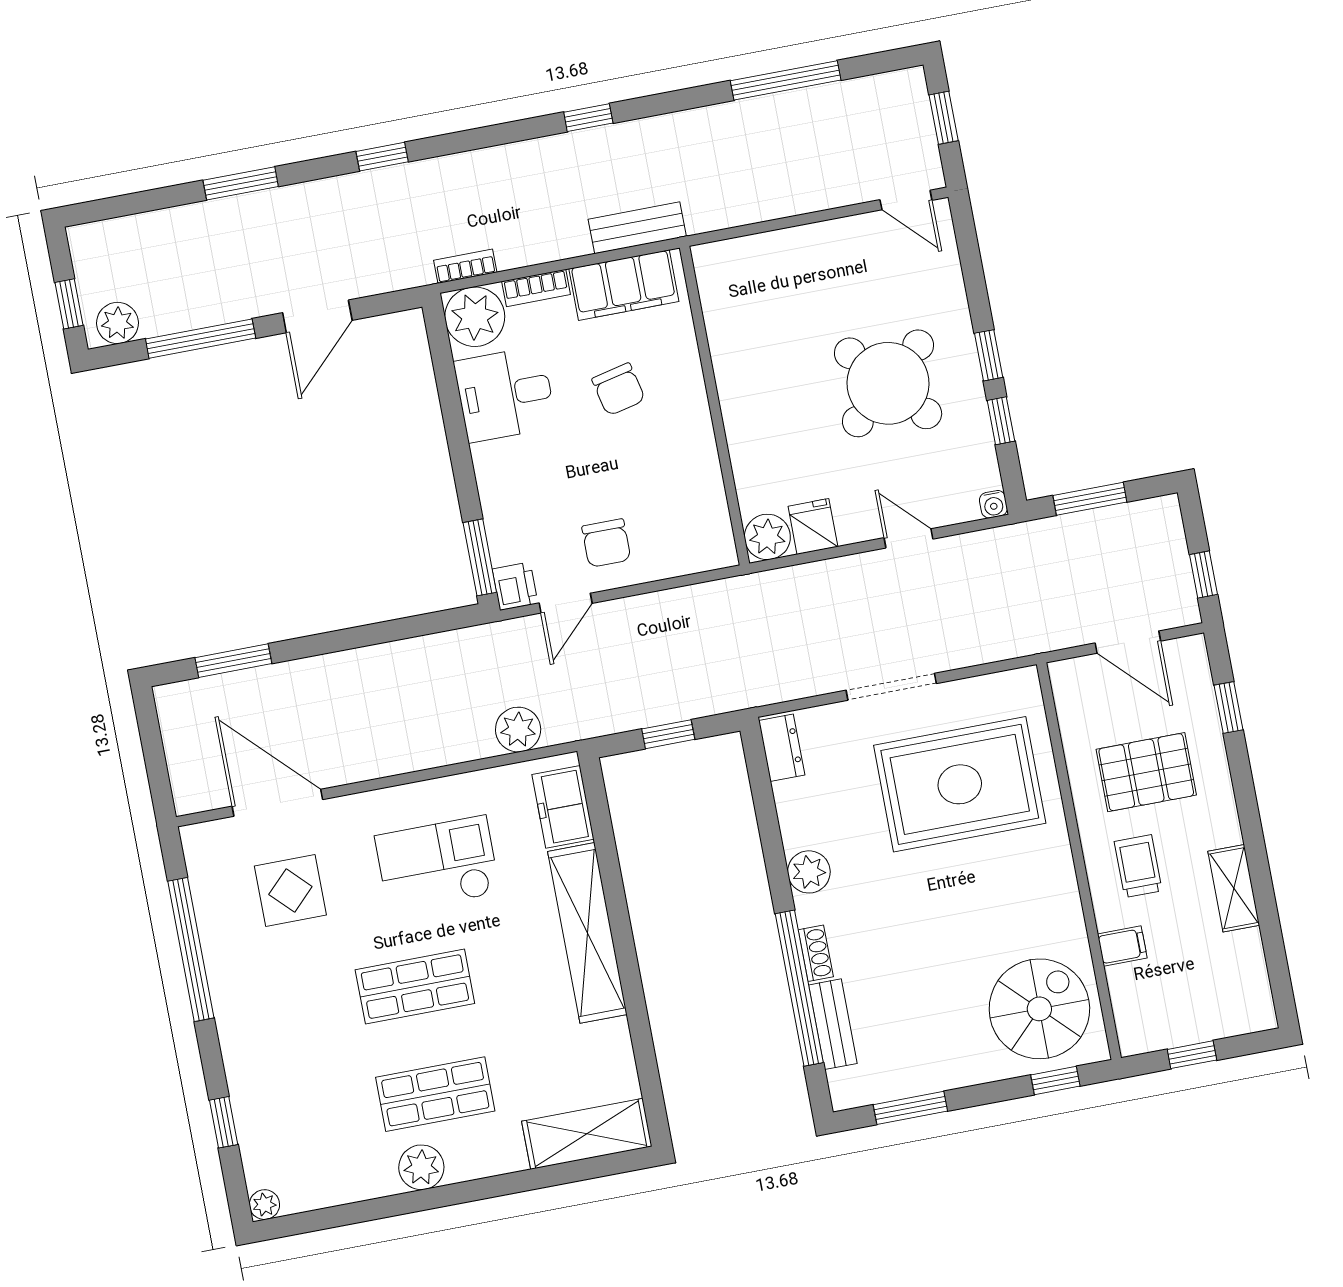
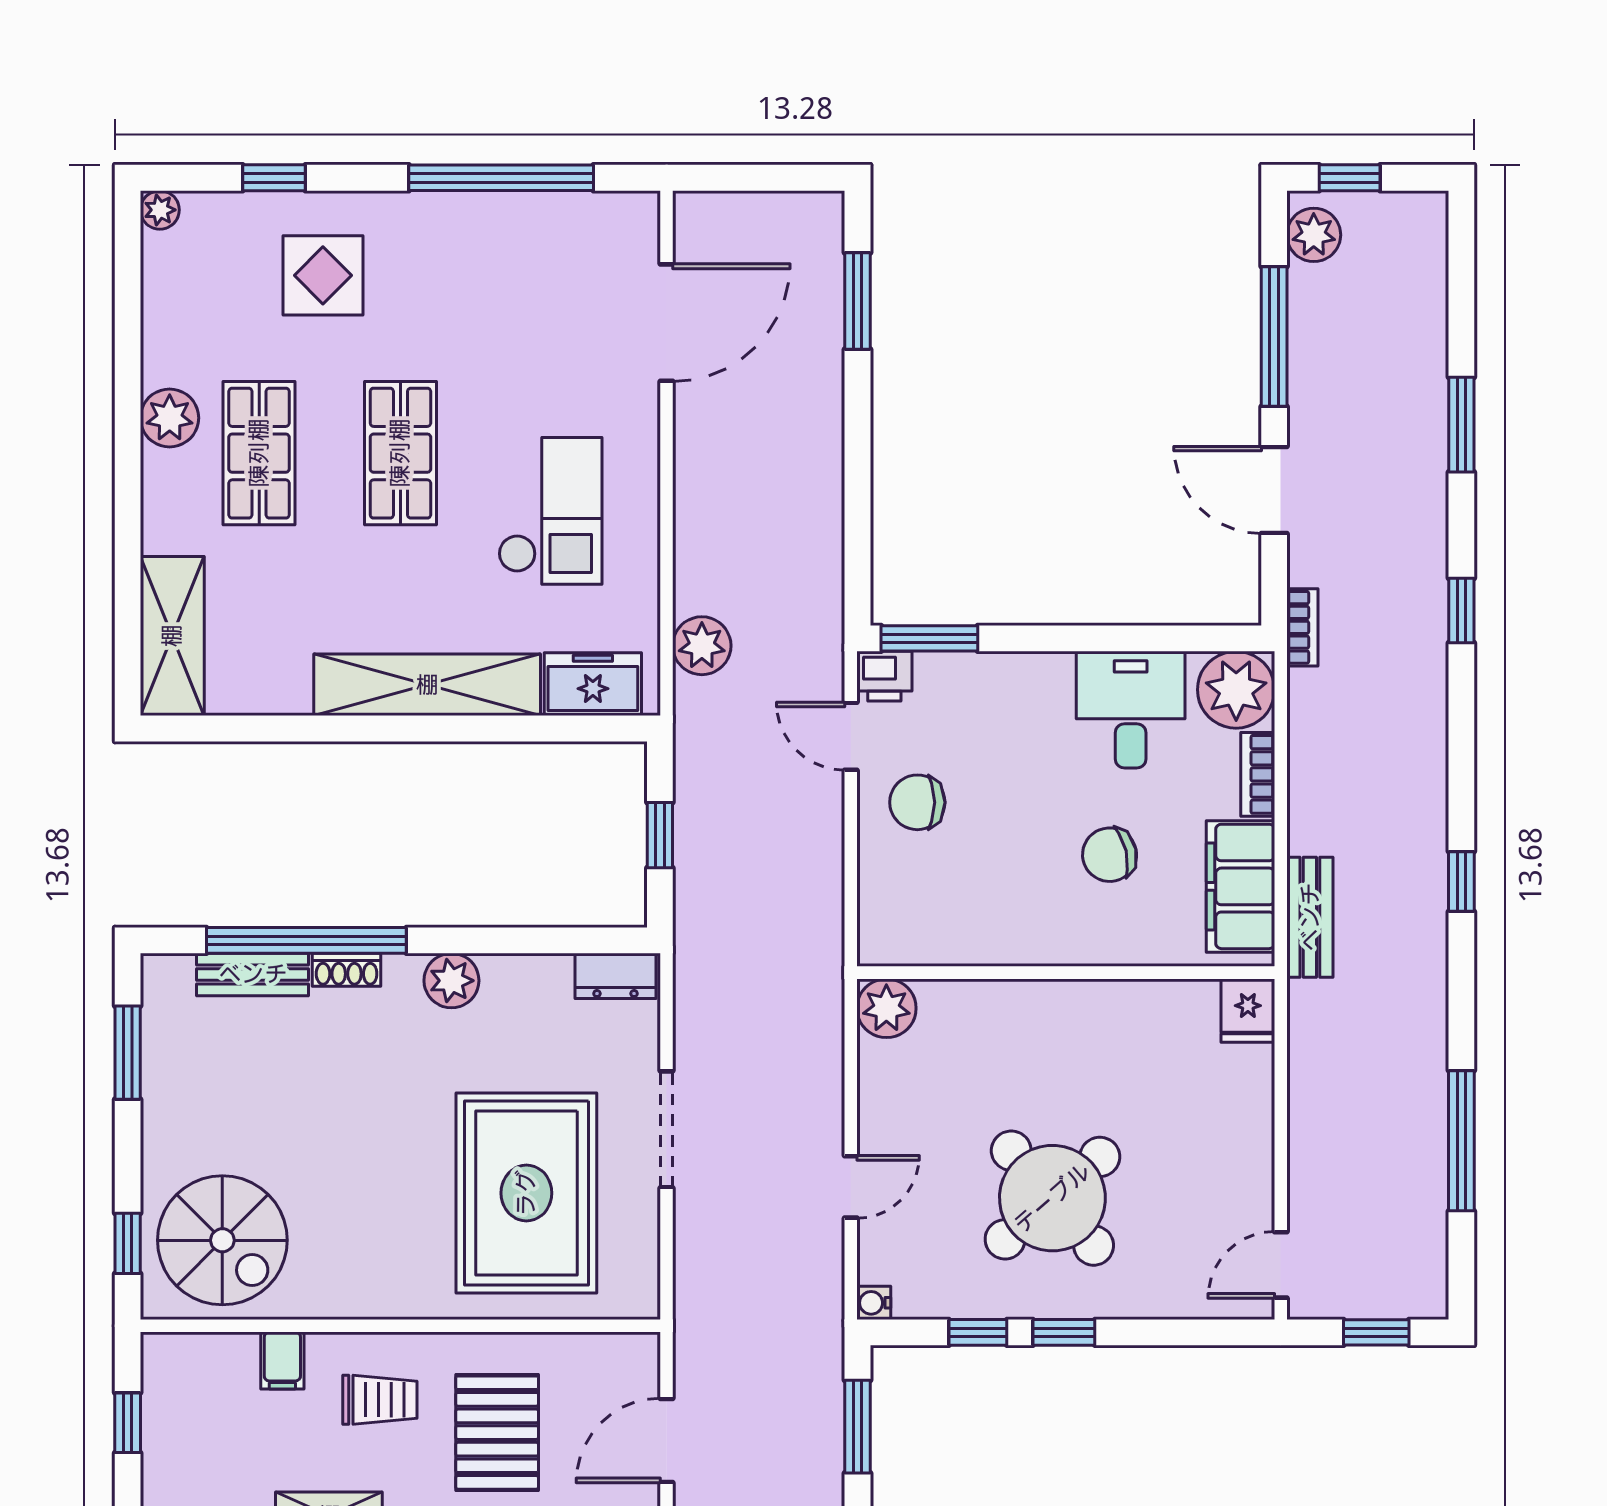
bookcase: (465, 266) -> (1302, 627), moved
fridge: (813, 526) -> (1248, 1011), moved, turned 90
display table: (290, 891) -> (323, 275), moved

